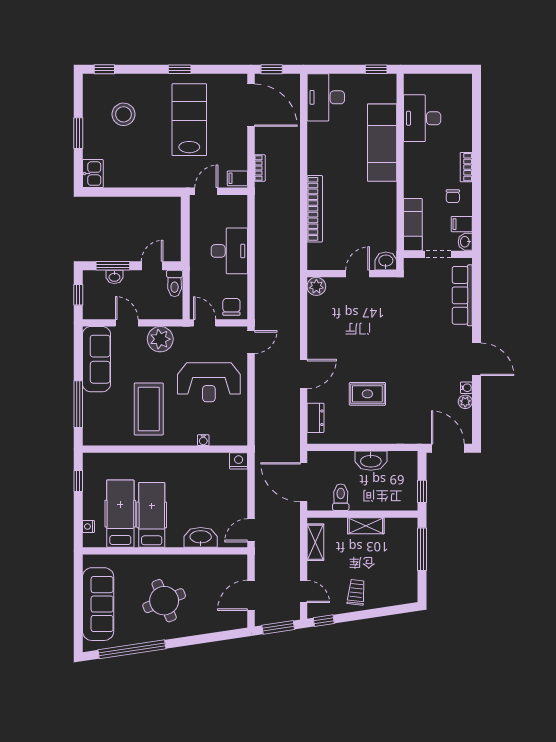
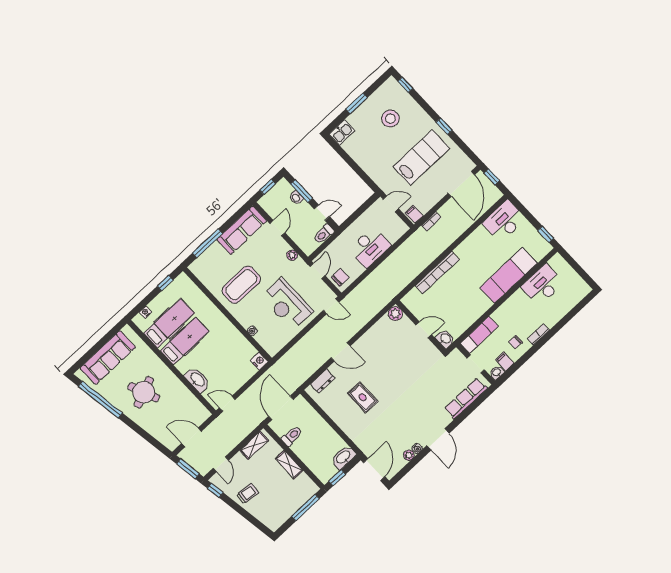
plant: (160, 339) -> (292, 255), width x0.53, depth x0.53
washbasin: (371, 461) -> (343, 457), moved, turned 90

